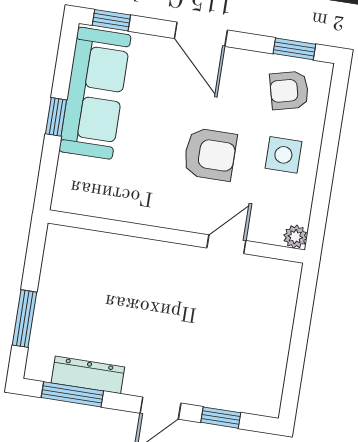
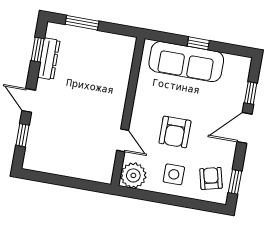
window: (111, 20) -> (251, 93), moved
sofa: (95, 93) -> (186, 62), moved
plant: (295, 237) -> (133, 175), width x1.88, depth x1.88
window: (72, 394) -> (38, 50), width x0.67

